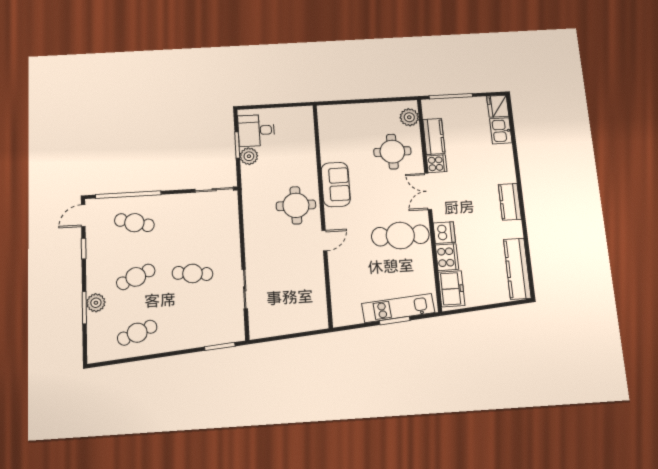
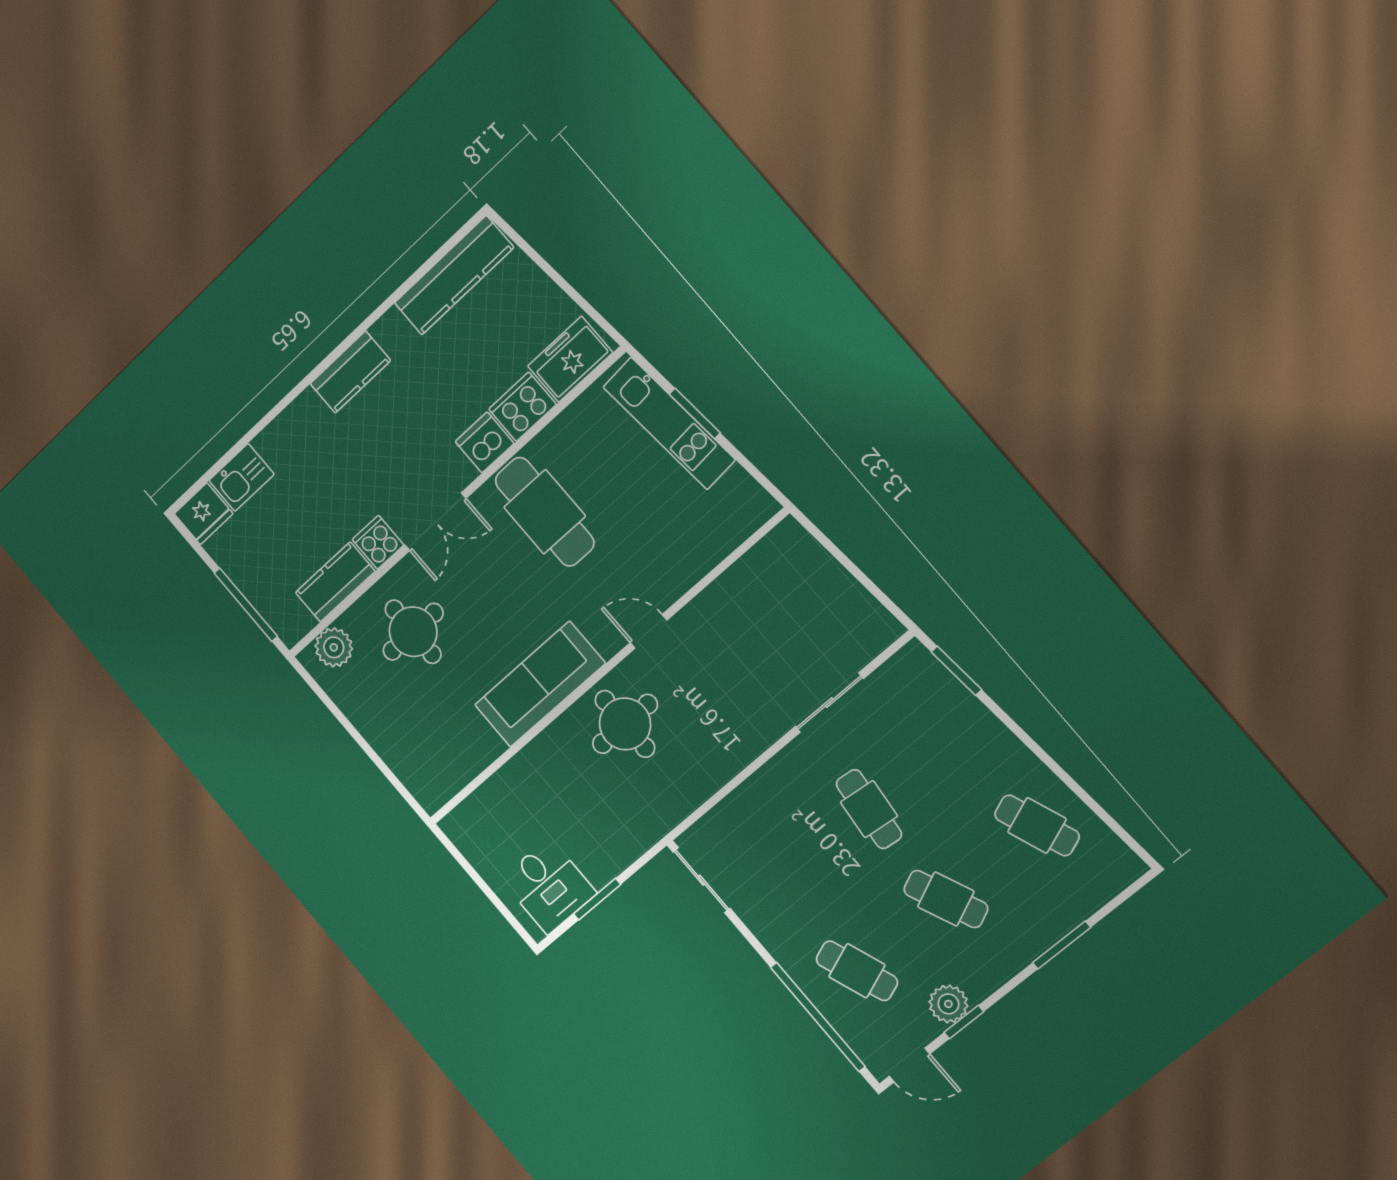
plant: (249, 156) -> (601, 865), removed
sofa: (336, 184) -> (540, 684), width x1.36
cafe table: (134, 223) -> (857, 971), turned -36
plant: (96, 303) -> (948, 1004), moved

